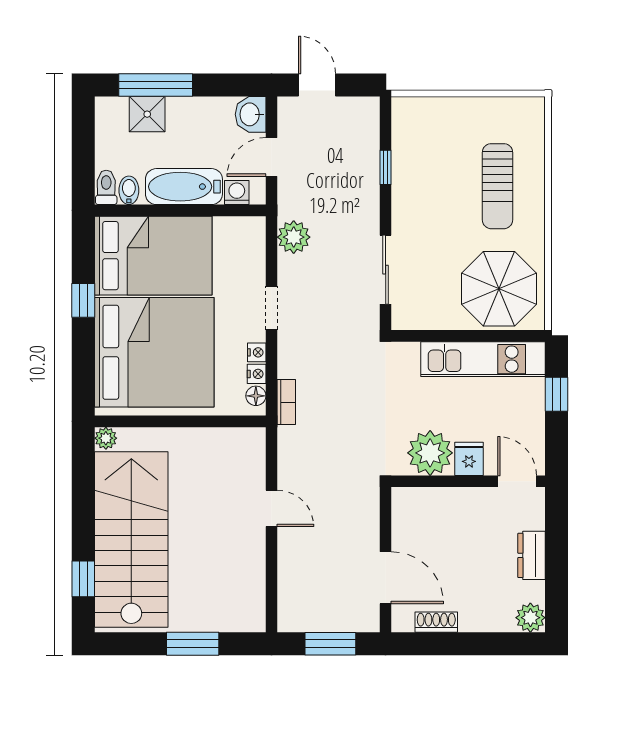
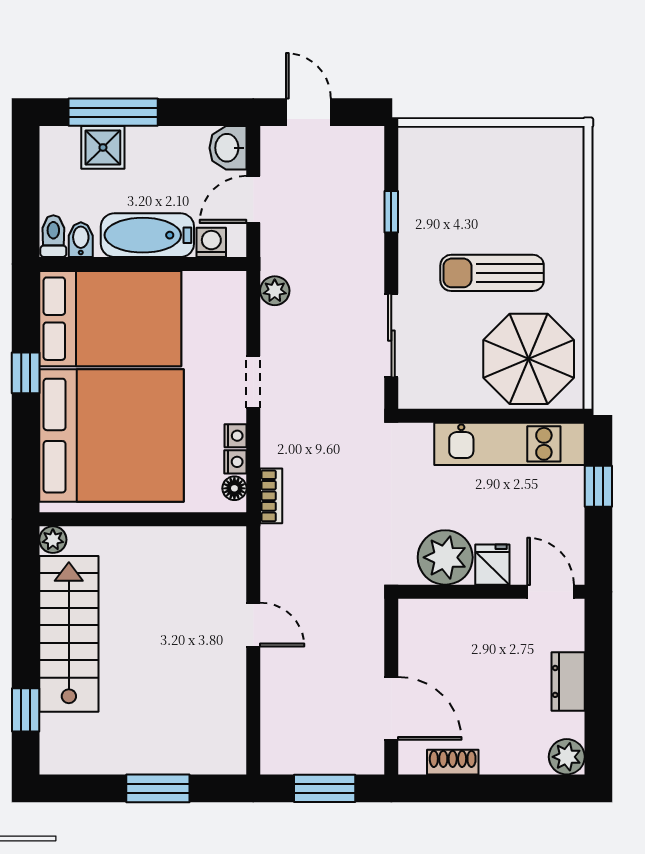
sun lounger: (497, 186) -> (492, 273), moved, turned 90
plant: (294, 237) -> (275, 291), width x0.73, depth x0.73
stairs: (131, 540) -> (69, 634), width x0.73, depth x0.66

